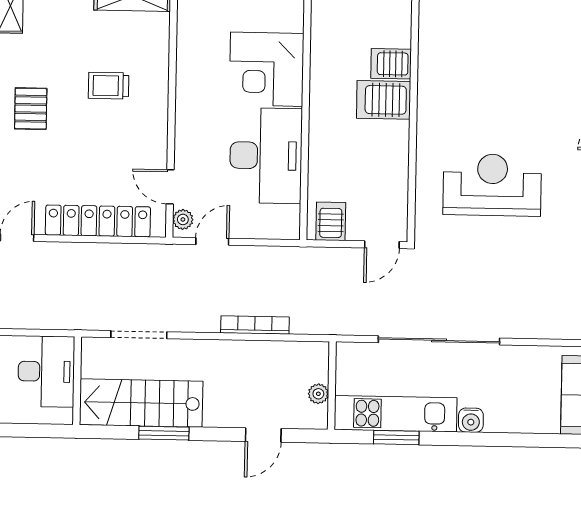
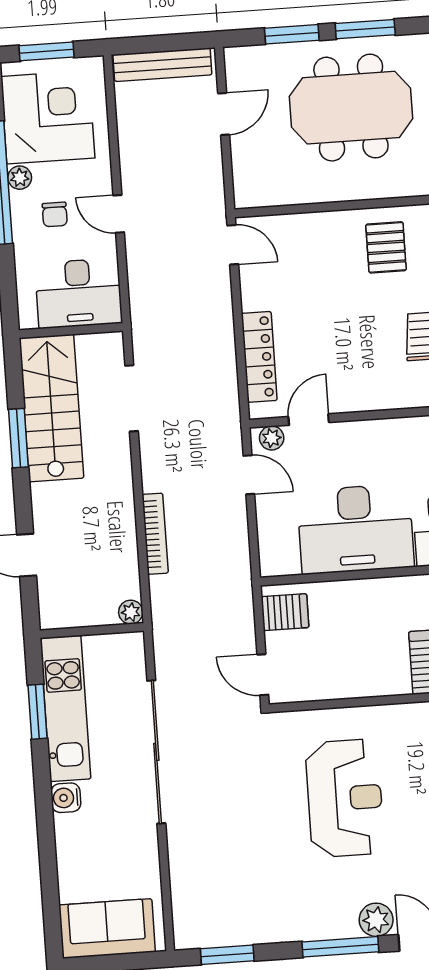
pallet: (31, 109) -> (386, 247), turned 90
locker: (98, 221) -> (259, 357), width x0.71, depth x0.83
plant: (318, 394) -> (131, 612), moved

